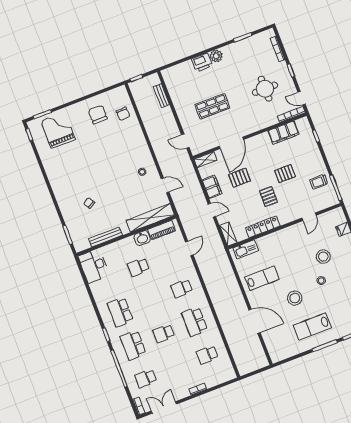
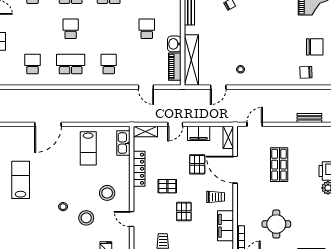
trolley: (262, 151) -> (216, 197), added
stool: (295, 298) -> (107, 193), moved

